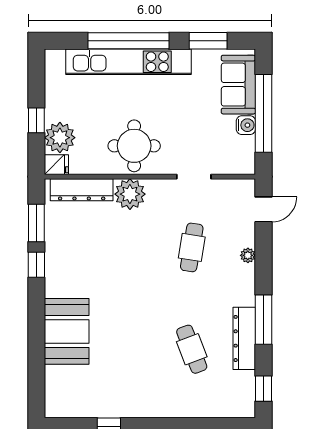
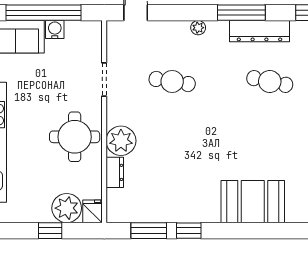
dresser: (82, 190) -> (115, 172), width x0.51, depth x0.80
plant: (248, 255) -> (198, 28), moved
cafe table: (192, 349) -> (270, 81), turned 33

